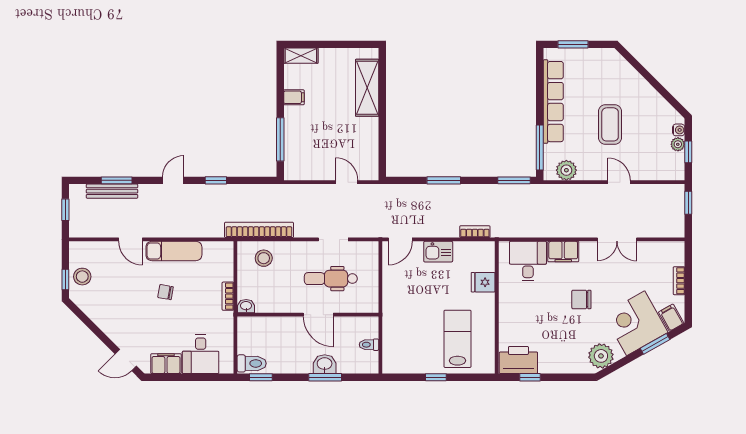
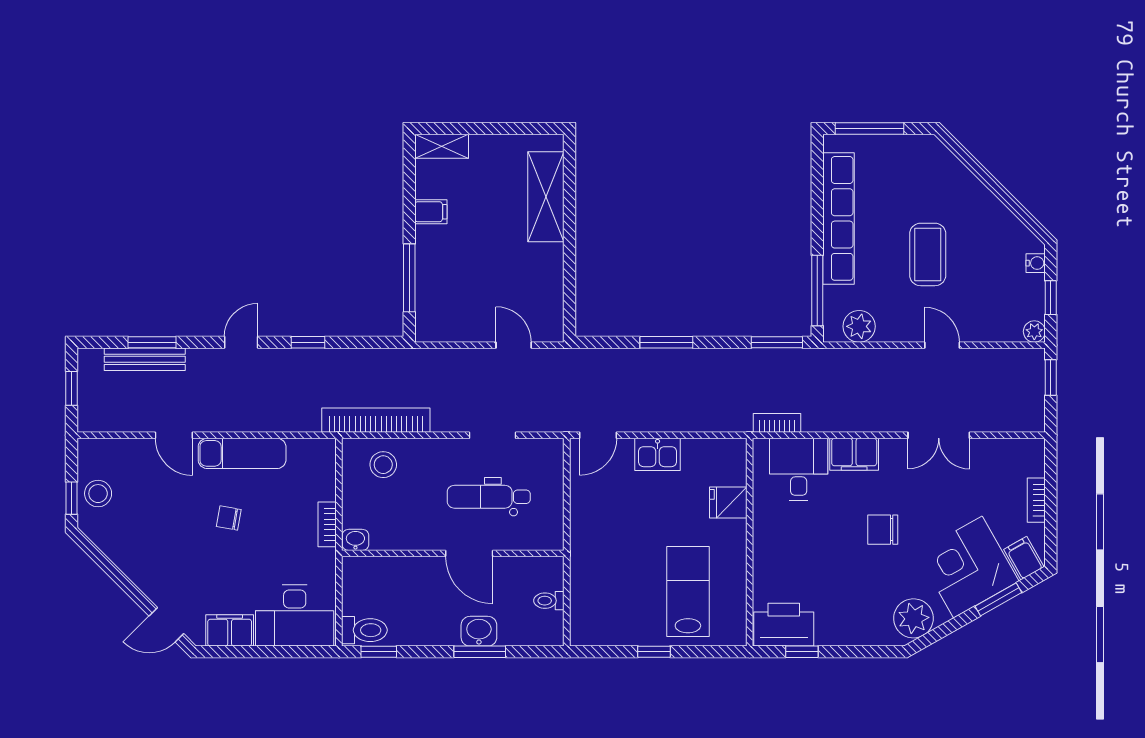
window: (573, 44) -> (870, 128), width x1.44
plant: (678, 144) -> (1034, 332), moved
bookcase: (475, 232) -> (777, 423), moved
desk: (201, 354) -> (295, 616), width x1.37

